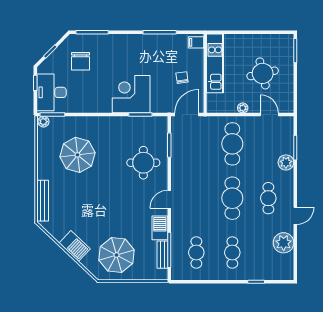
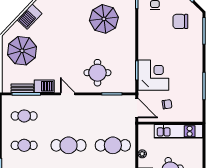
filing cabinet: (196, 42) -> (196, 116), removed
corner desk: (131, 94) -> (153, 75), moved

